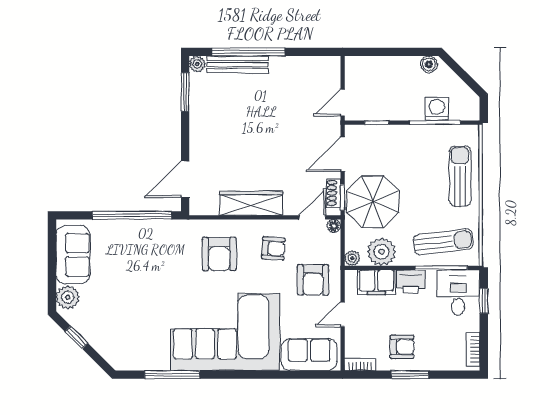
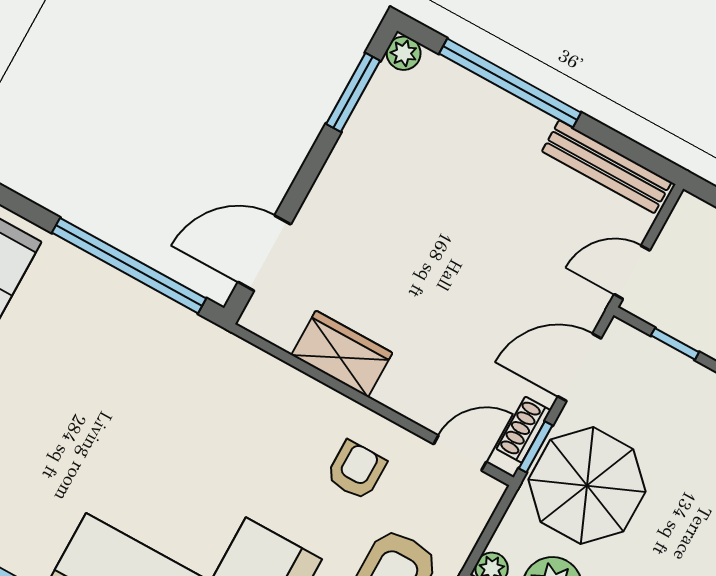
bench: (237, 65) -> (607, 167), moved
wardrobe: (251, 203) -> (342, 354), width x0.67
floor lamp: (334, 226) -> (491, 491), removed
armchair: (273, 248) -> (356, 470), turned -94
armchair: (219, 254) -> (251, 426), removed

